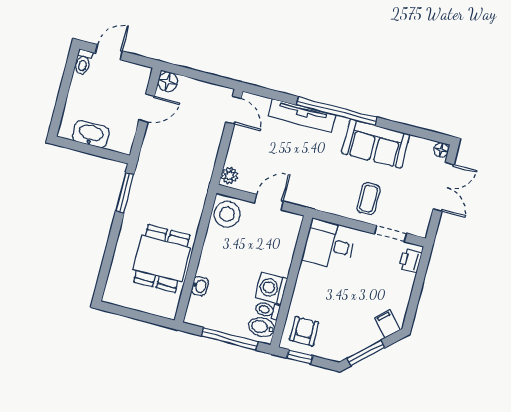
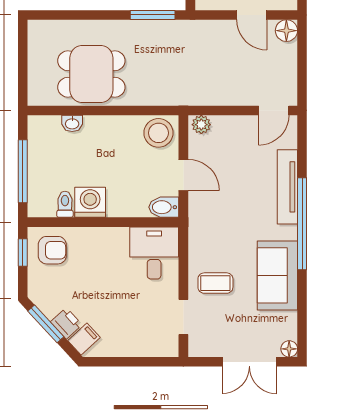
printer: (410, 260) -> (66, 323), moved, turned 47
bidet: (262, 327) -> (164, 207), moved, turned -90

